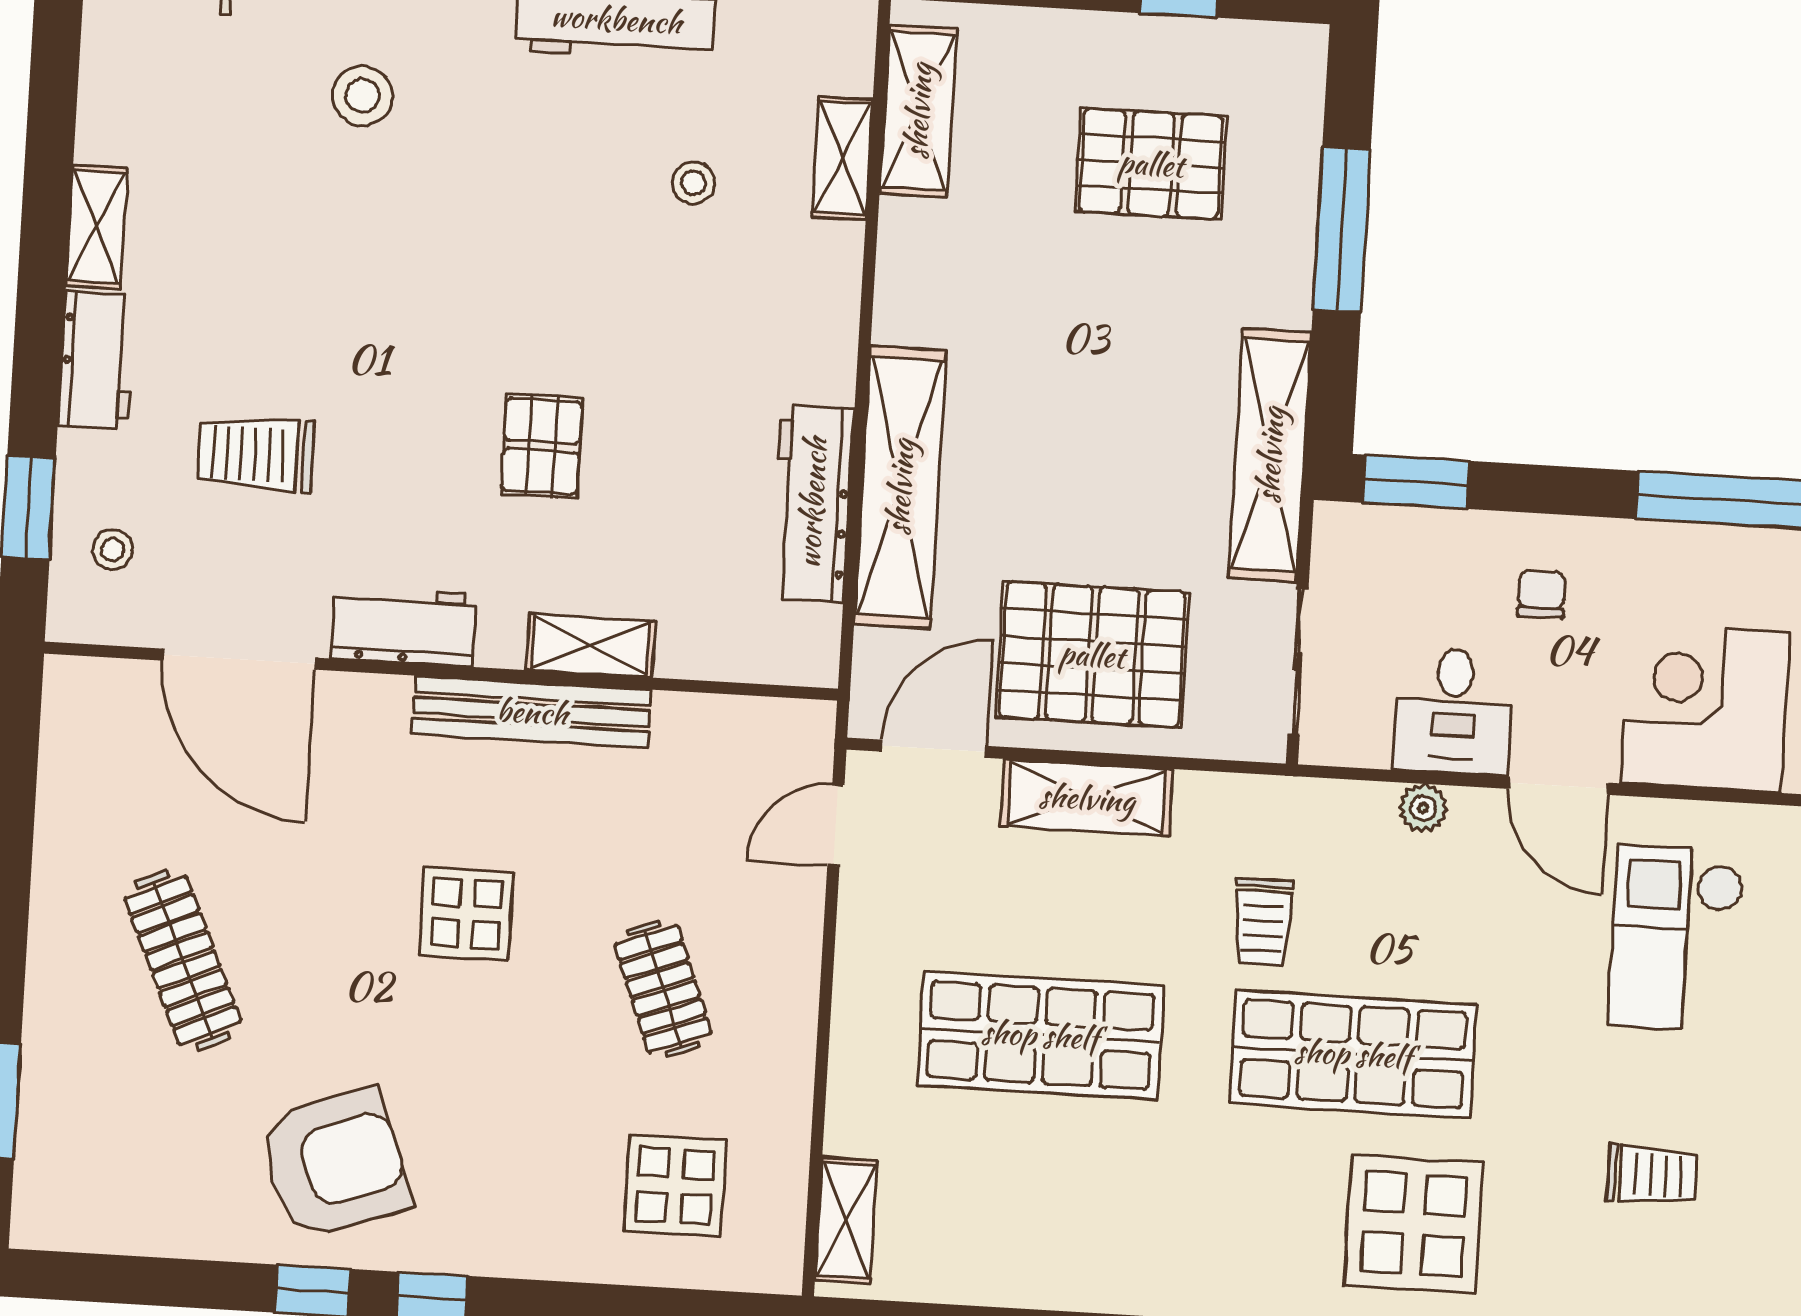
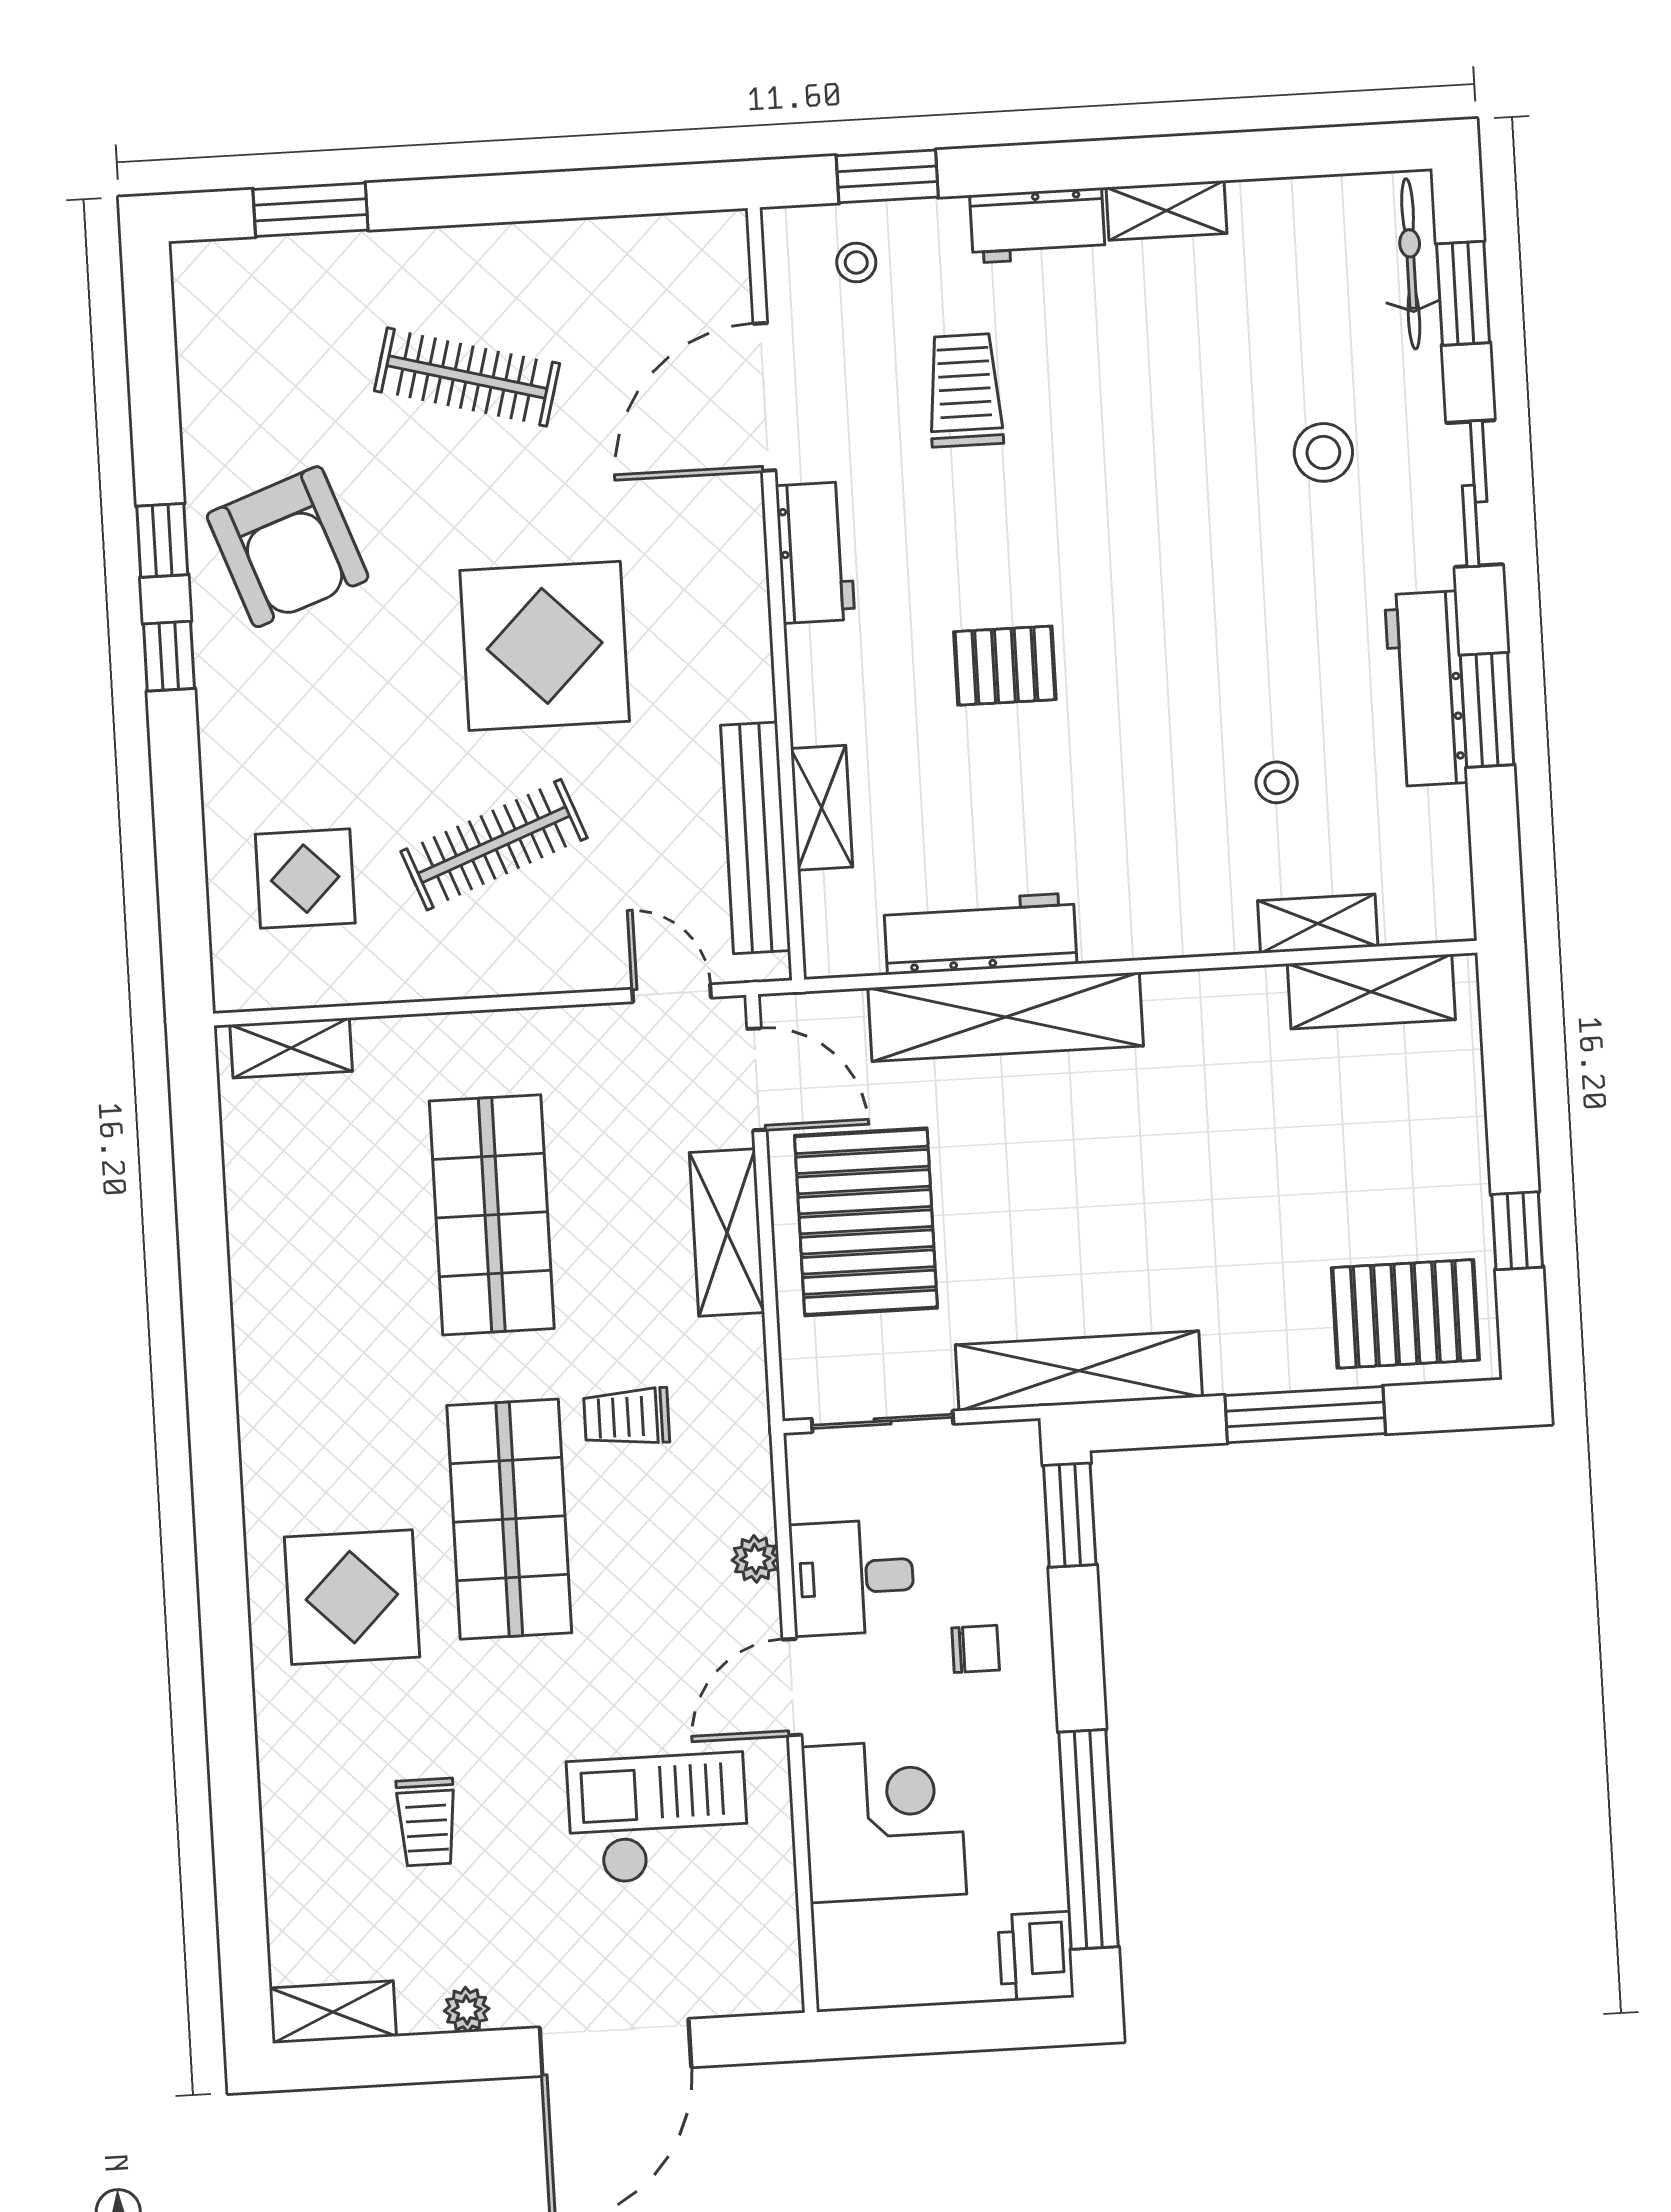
pallet: (1151, 164) -> (1405, 1314), moved, turned 90
shelving: (591, 646) -> (822, 808), moved
bench: (532, 712) -> (756, 838), moved
display table: (466, 913) -> (545, 646), width x1.86, depth x1.86
clothes rail: (183, 960) -> (467, 377), turned 39
clothes rail: (663, 989) -> (494, 845), width x1.36

